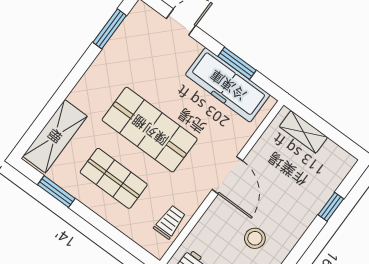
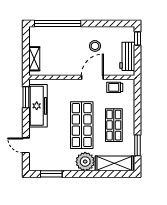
window: (237, 63) -> (26, 97), moved
plant: (90, 94) -> (85, 162), added
door: (227, 175) -> (92, 77), moved
window: (331, 207) -> (58, 23), width x3.17

